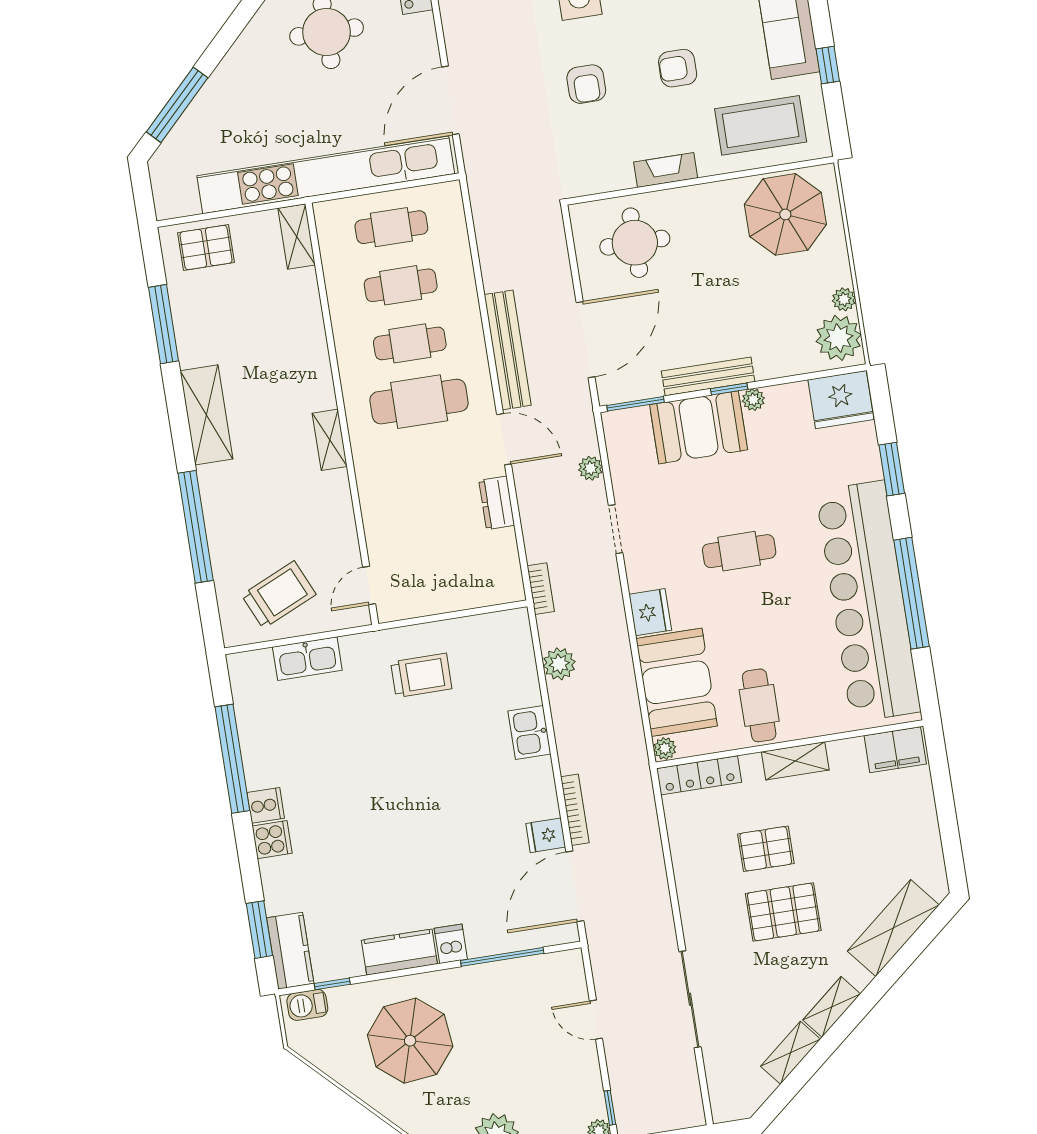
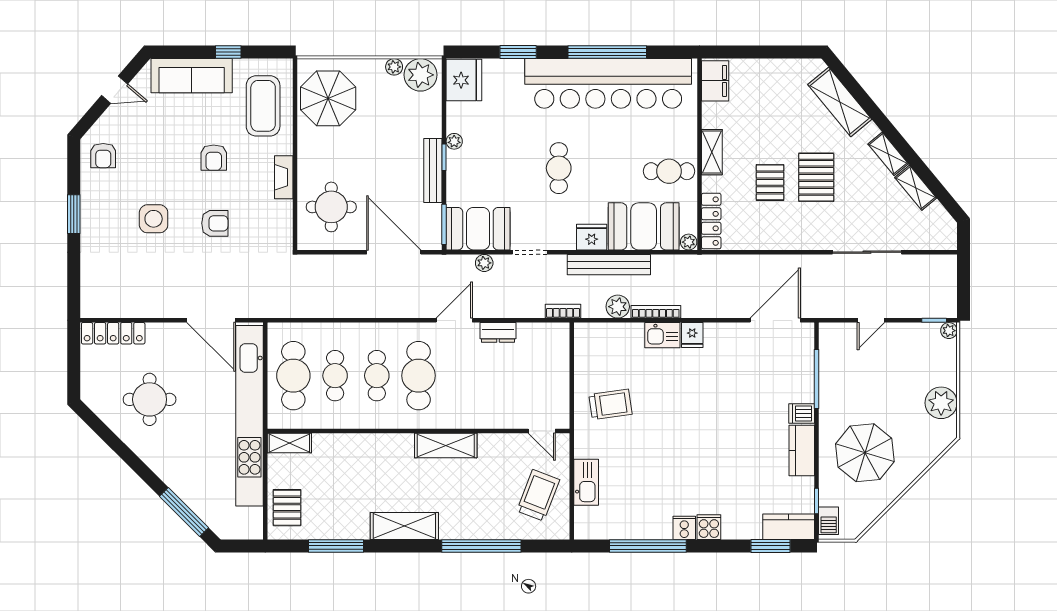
cafe table: (391, 227) -> (293, 376), width x1.37, depth x1.35
bench: (508, 350) -> (609, 265), moved
booth: (699, 427) -> (478, 229), moved, turned 90
shelving: (330, 440) -> (446, 446), width x1.50, depth x1.33
trolley: (279, 595) -> (538, 495), turned 45
trolley: (421, 675) -> (610, 404), turned 82
bookcase: (575, 810) -> (656, 312), moved
fridge: (546, 835) -> (692, 335), moved
door: (575, 886) -> (775, 320), swing flipped

